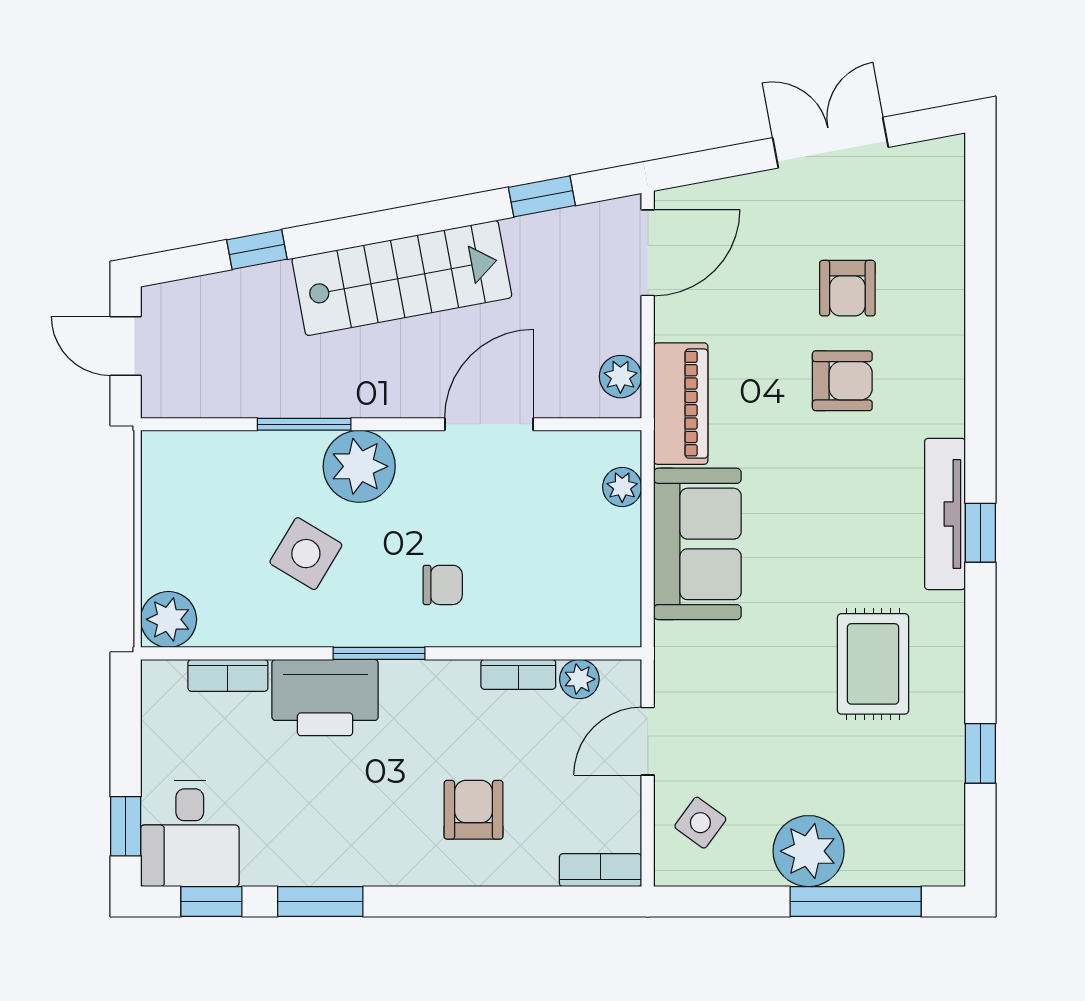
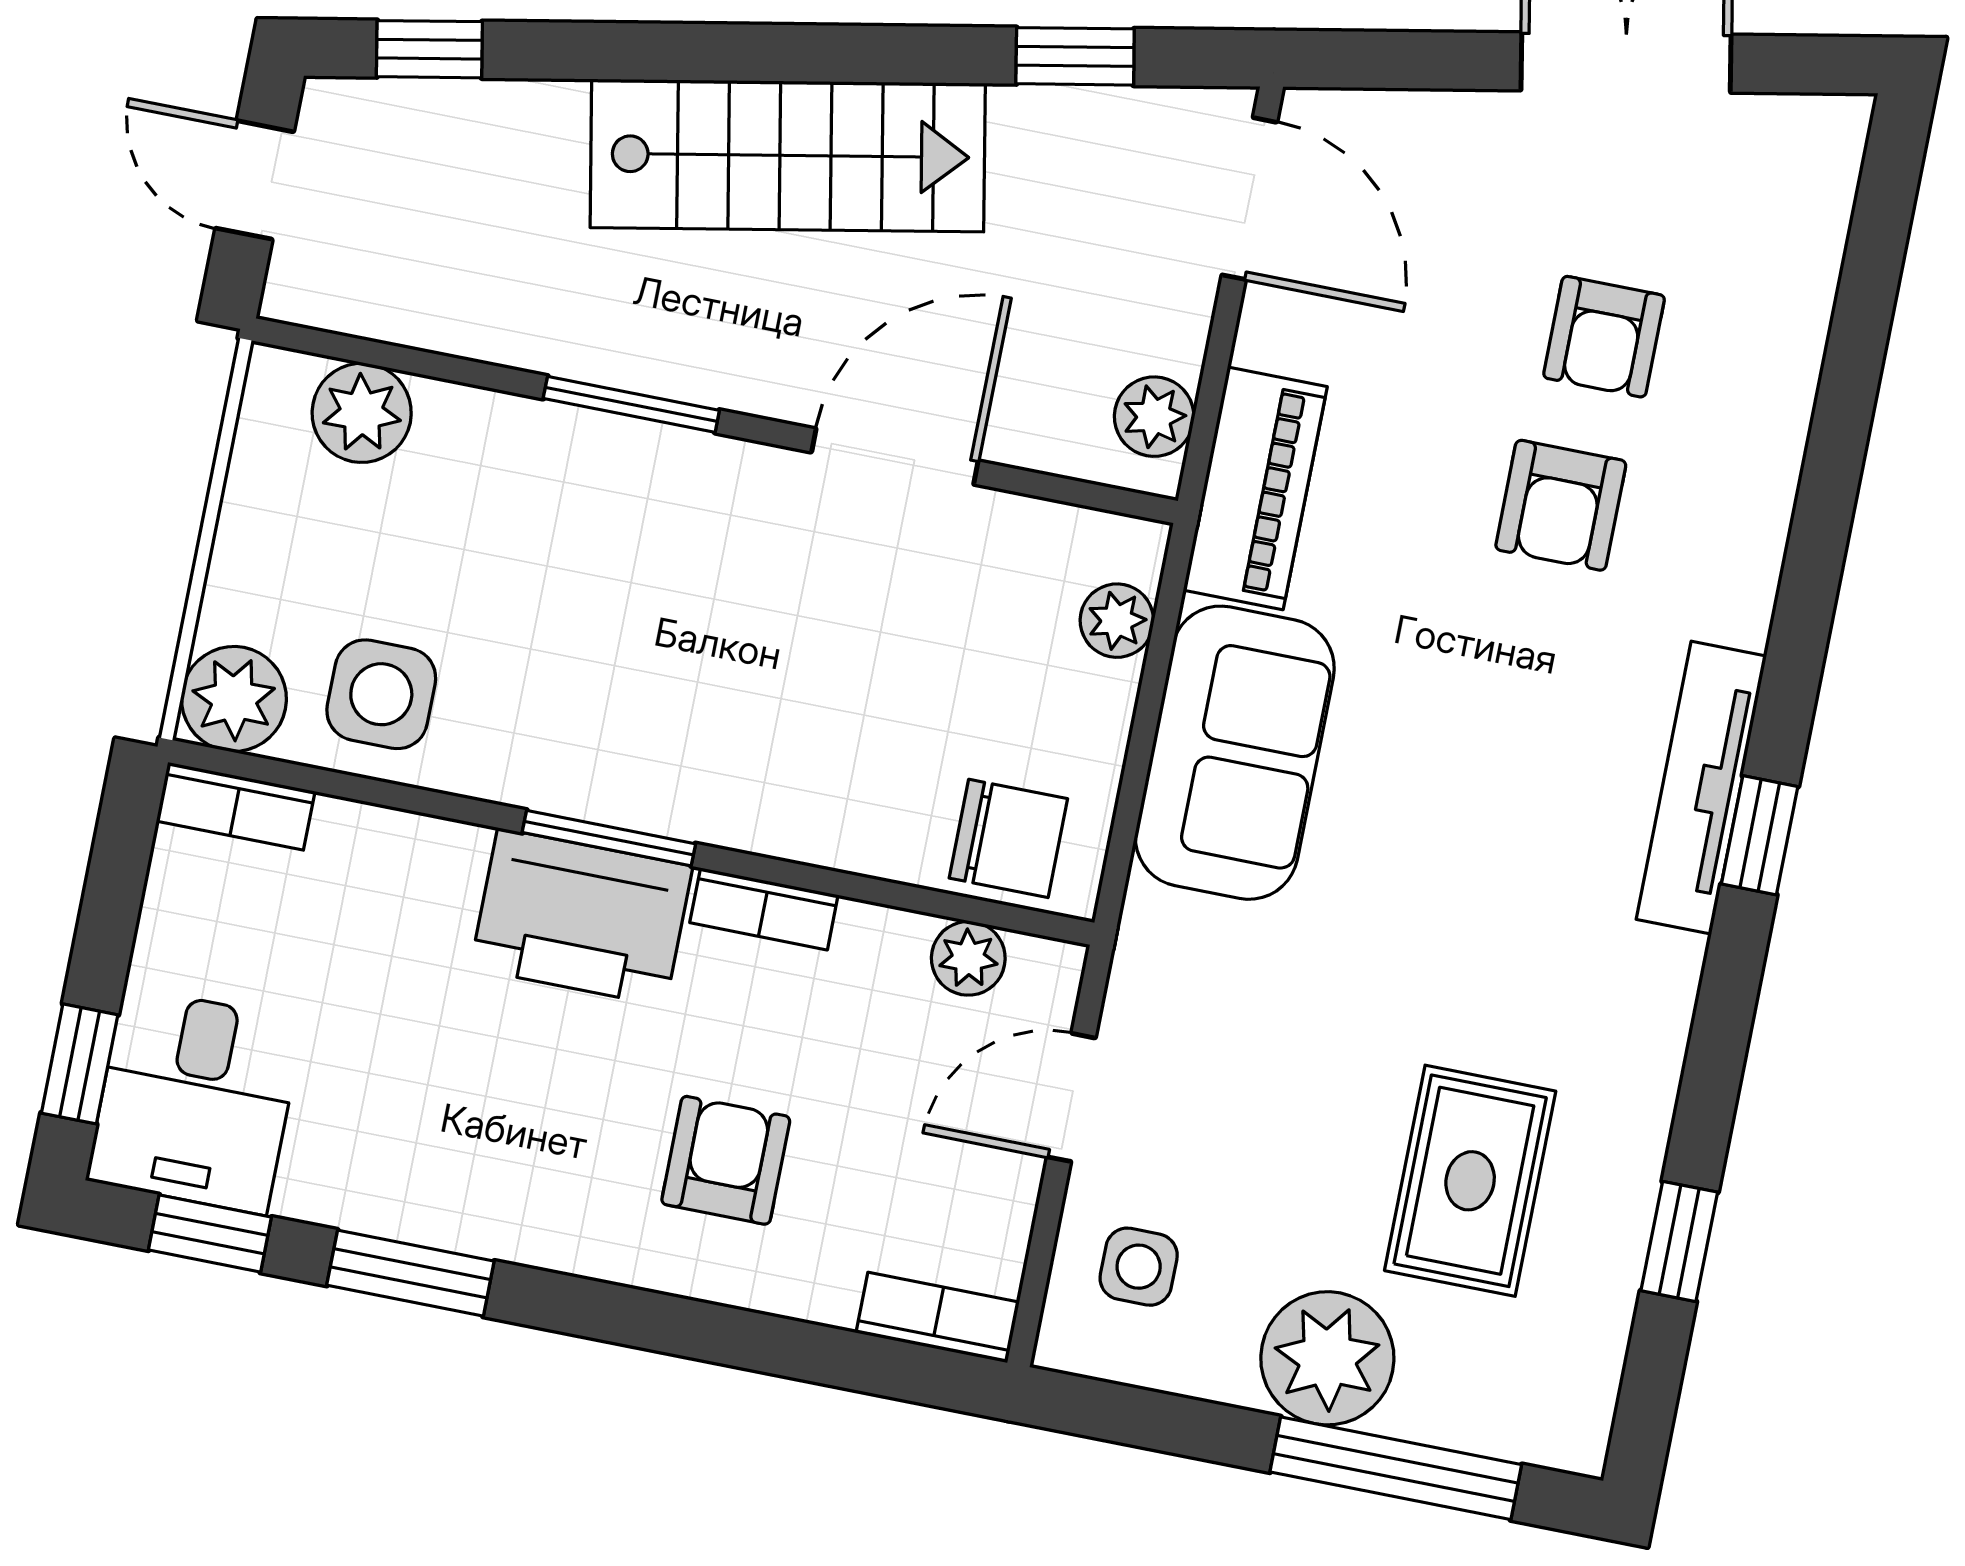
window: (257, 250) -> (429, 49), moved
door: (648, 253) -> (1249, 199), hinge flipped
armchair: (842, 381) -> (1561, 505), turned 90
window: (304, 424) -> (631, 404), moved
plant: (359, 466) -> (362, 413), moved, width x0.73, depth x0.73
side table: (306, 554) -> (381, 694), moved, turned -31
chair: (443, 585) -> (1008, 838), moved, width x1.37, depth x1.37
rug: (873, 664) -> (1470, 1181), moved
bookcase: (518, 674) -> (764, 909), moved
bookcase: (228, 675) -> (236, 806), moved
printer: (325, 698) -> (582, 917), moved
side table: (700, 823) -> (1139, 1267), turned -36

